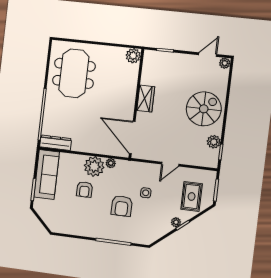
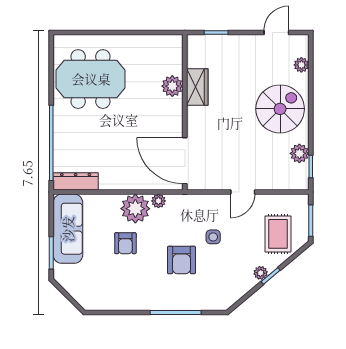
plant: (133, 56) -> (172, 86), moved
plant: (225, 63) -> (301, 65), moved
meeting table: (74, 73) -> (91, 79), turned 90
wardrobe: (146, 99) -> (197, 87), moved

